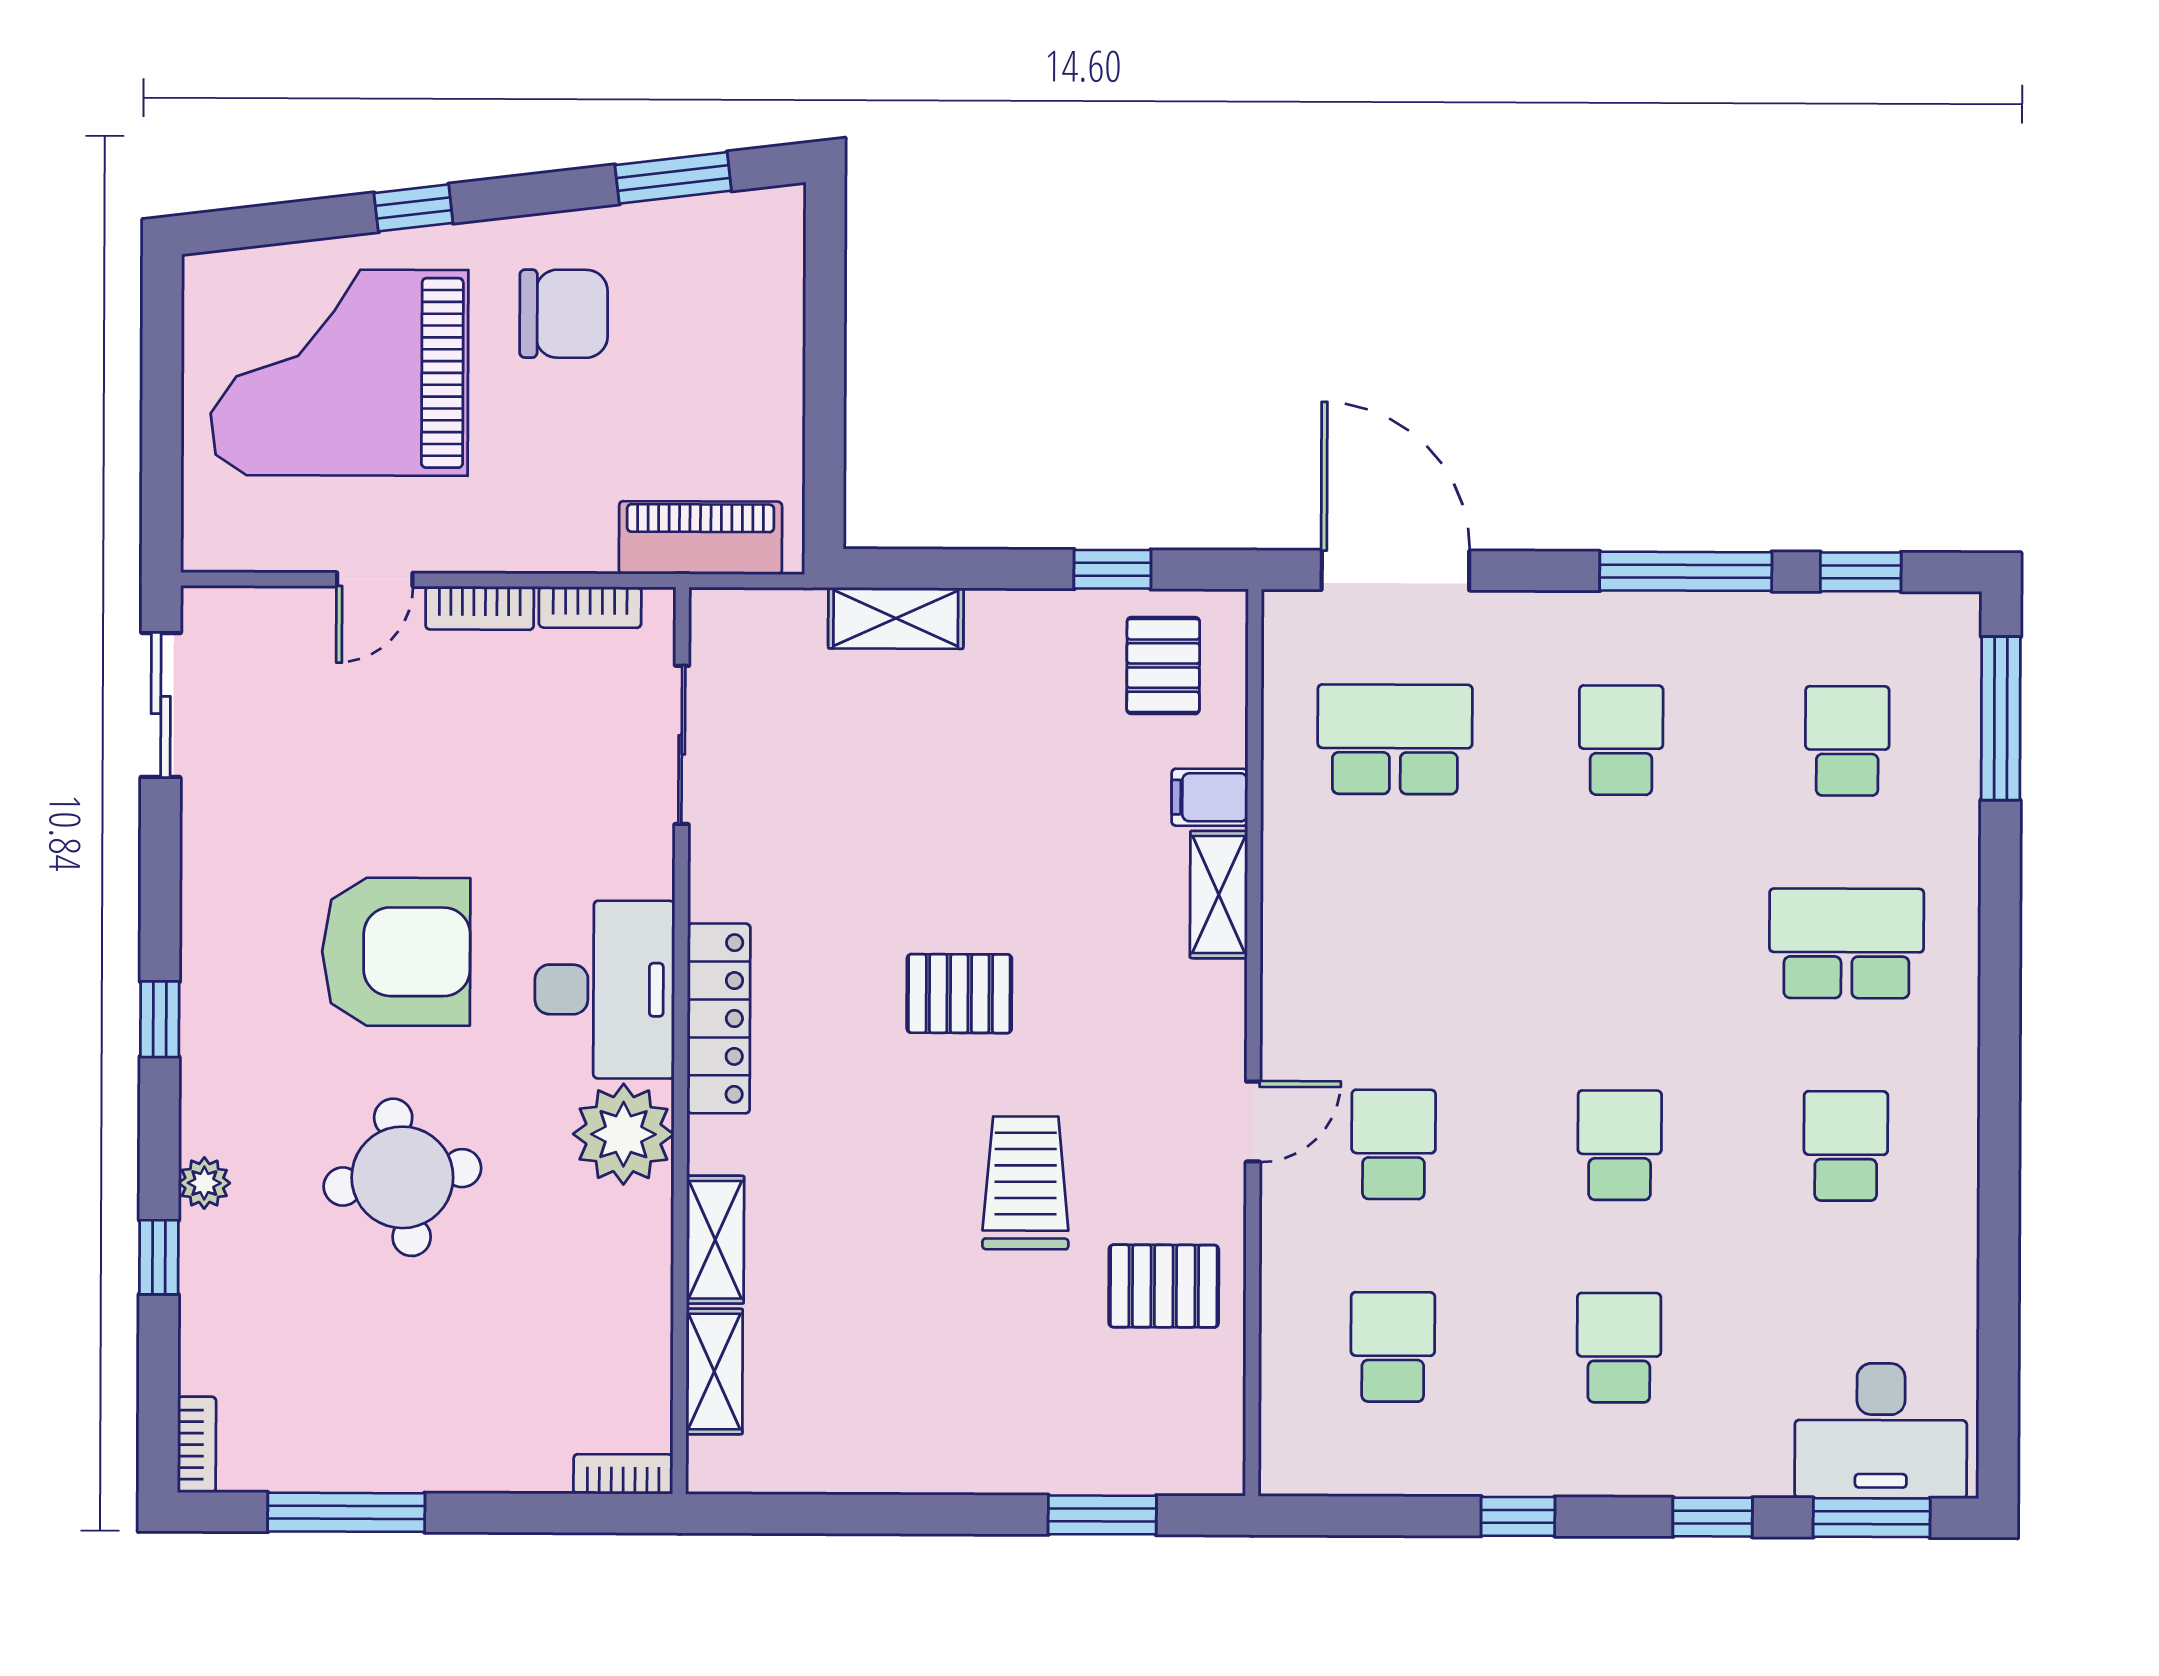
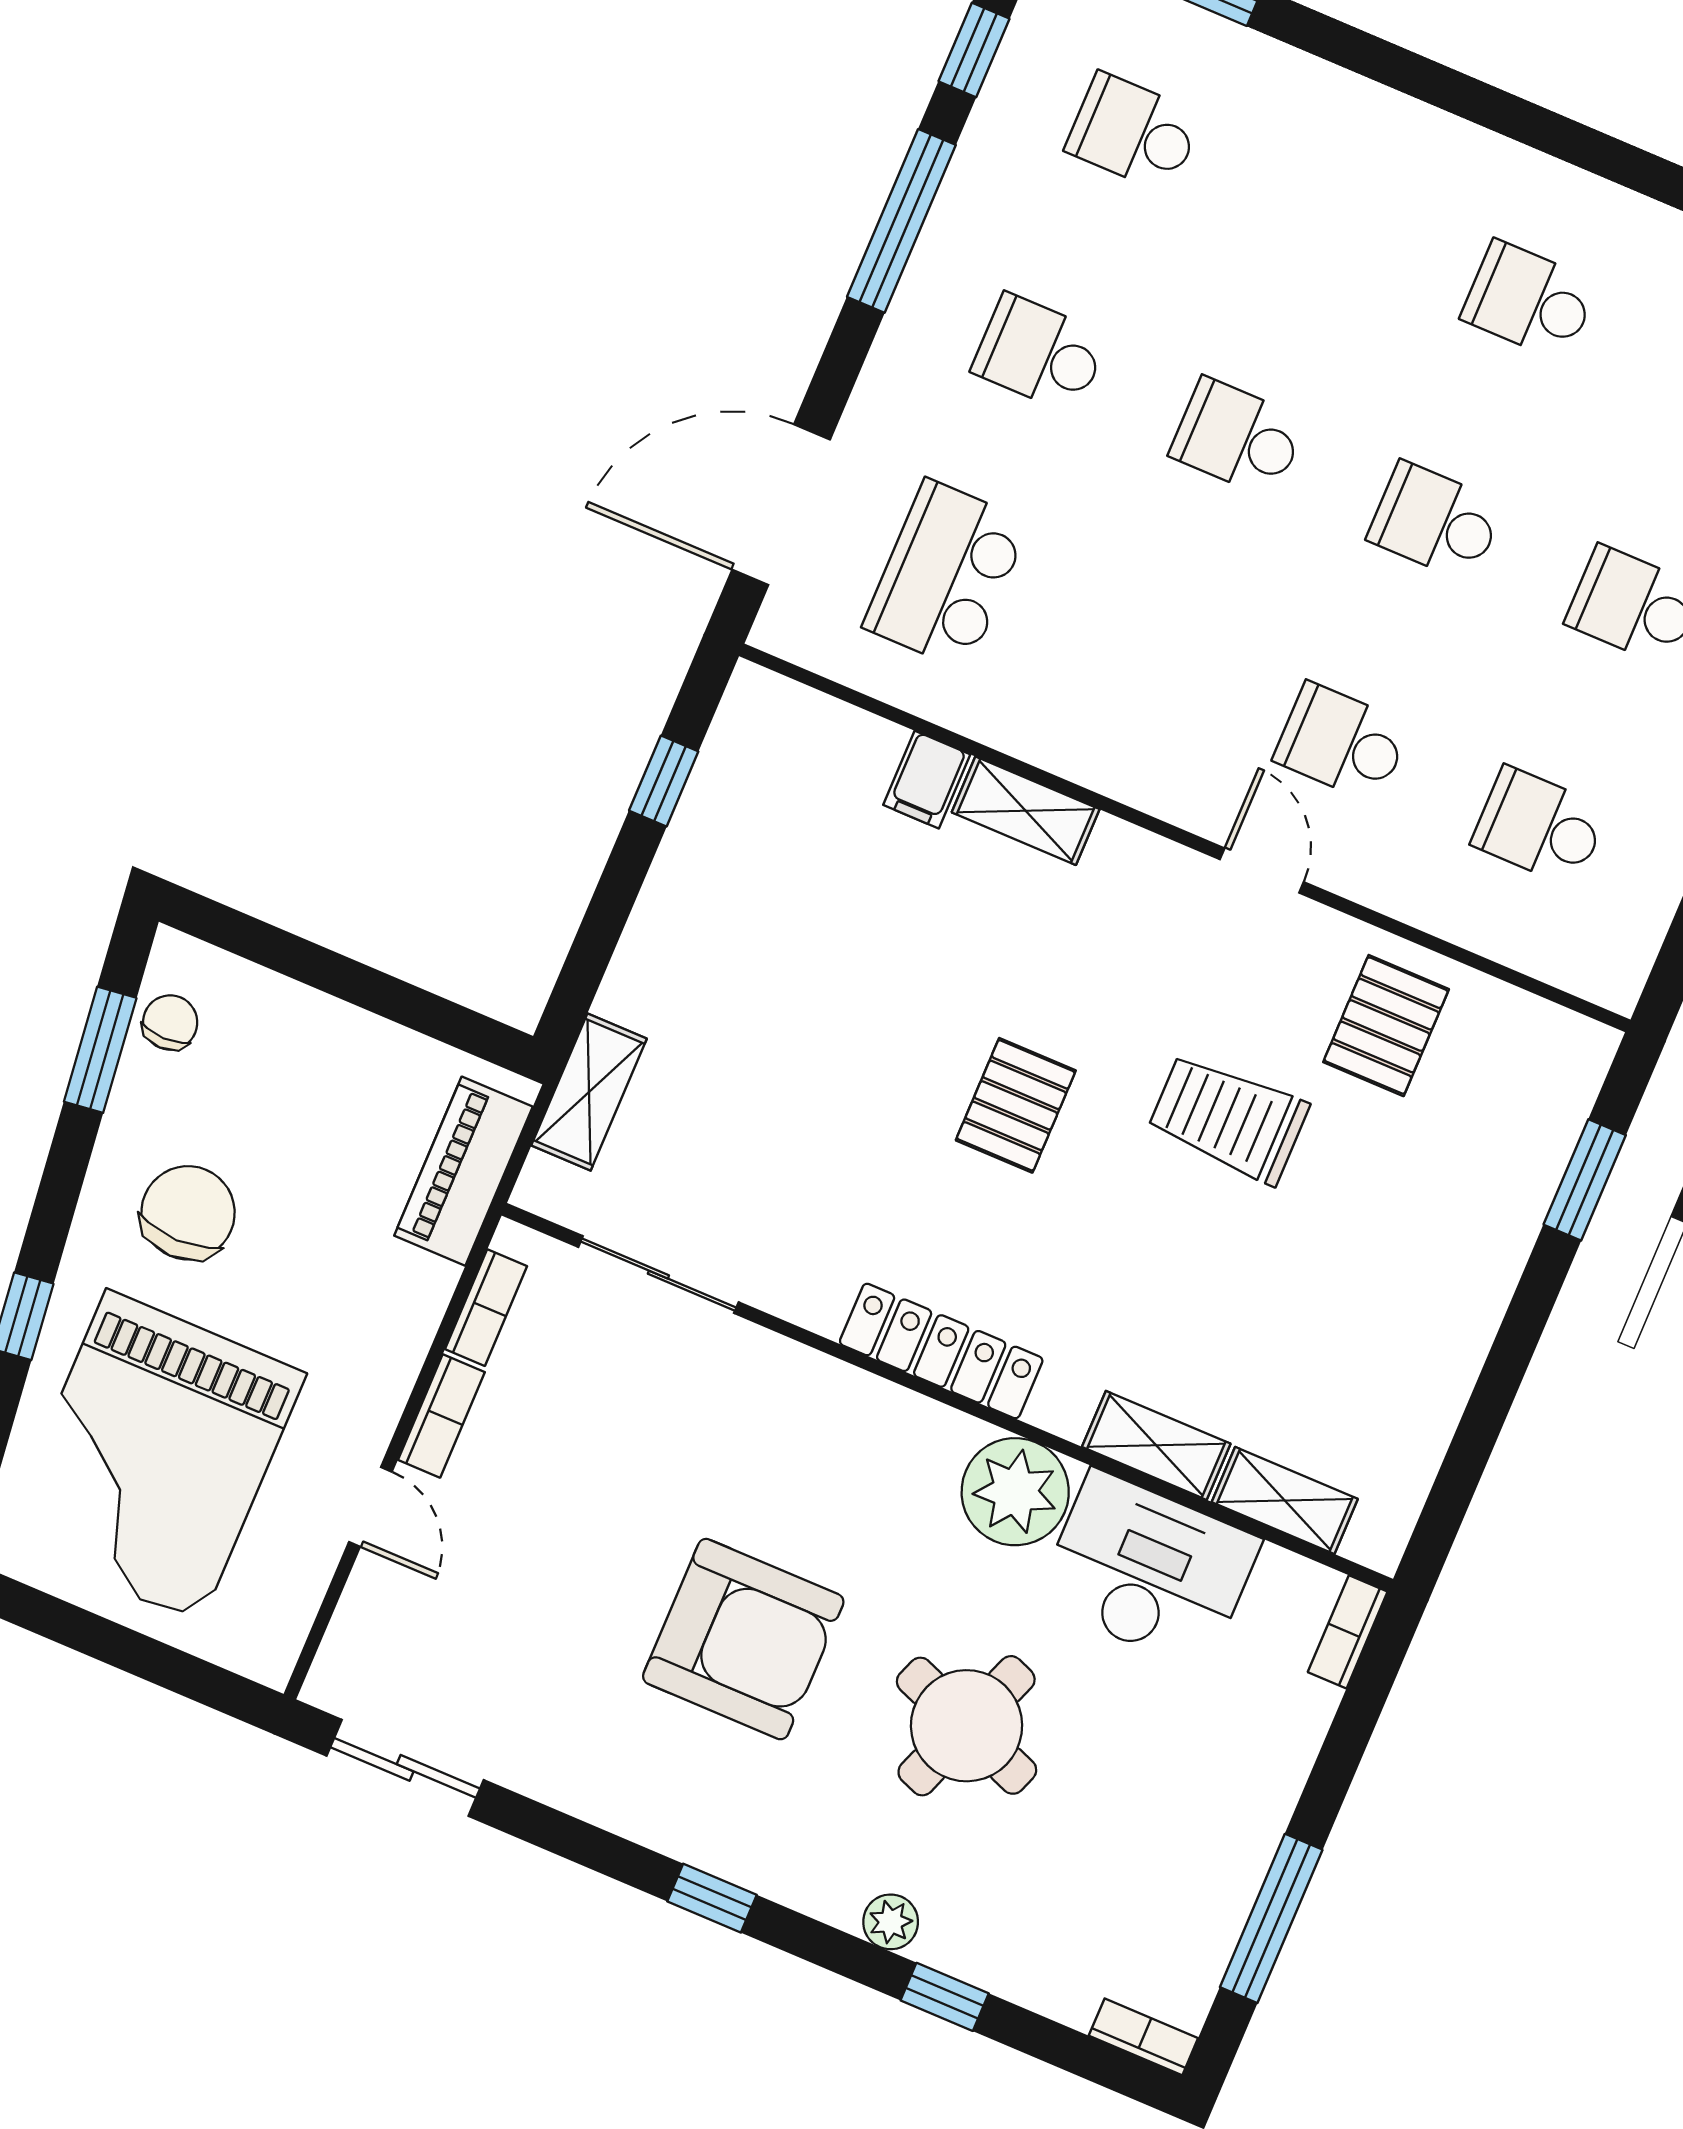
chair: (722, 229) -> (170, 1022), added
shelving: (896, 618) -> (589, 1092), moved
pallet: (1163, 666) -> (779, 771), removed
school desk: (1847, 943) -> (1238, 438), moved, width x0.54
armchair: (396, 952) -> (743, 1639), turned 90
desk: (605, 990) -> (1148, 1570), moved
round table: (402, 1177) -> (967, 1726), turned 30

